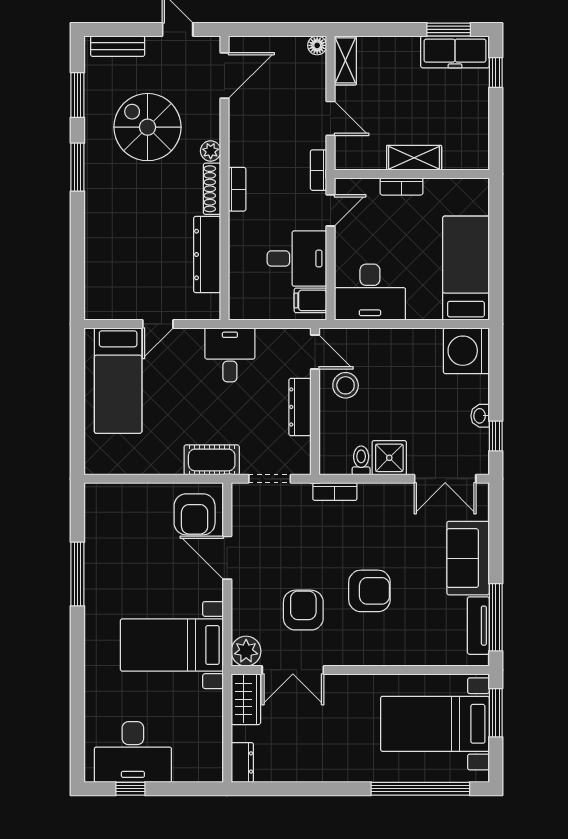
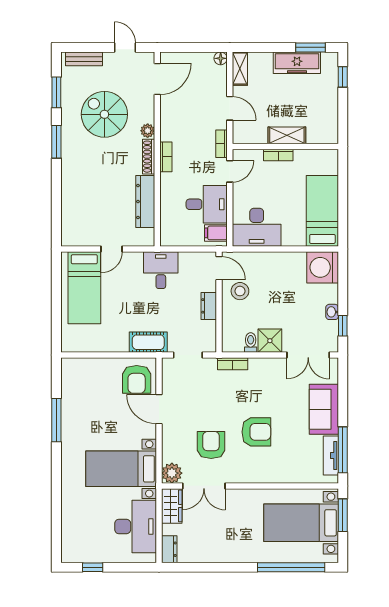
freezer: (455, 52) -> (297, 63), moved
dresser: (300, 407) -> (209, 306), width x0.70
desk: (133, 752) -> (136, 526), moved, turned -90

